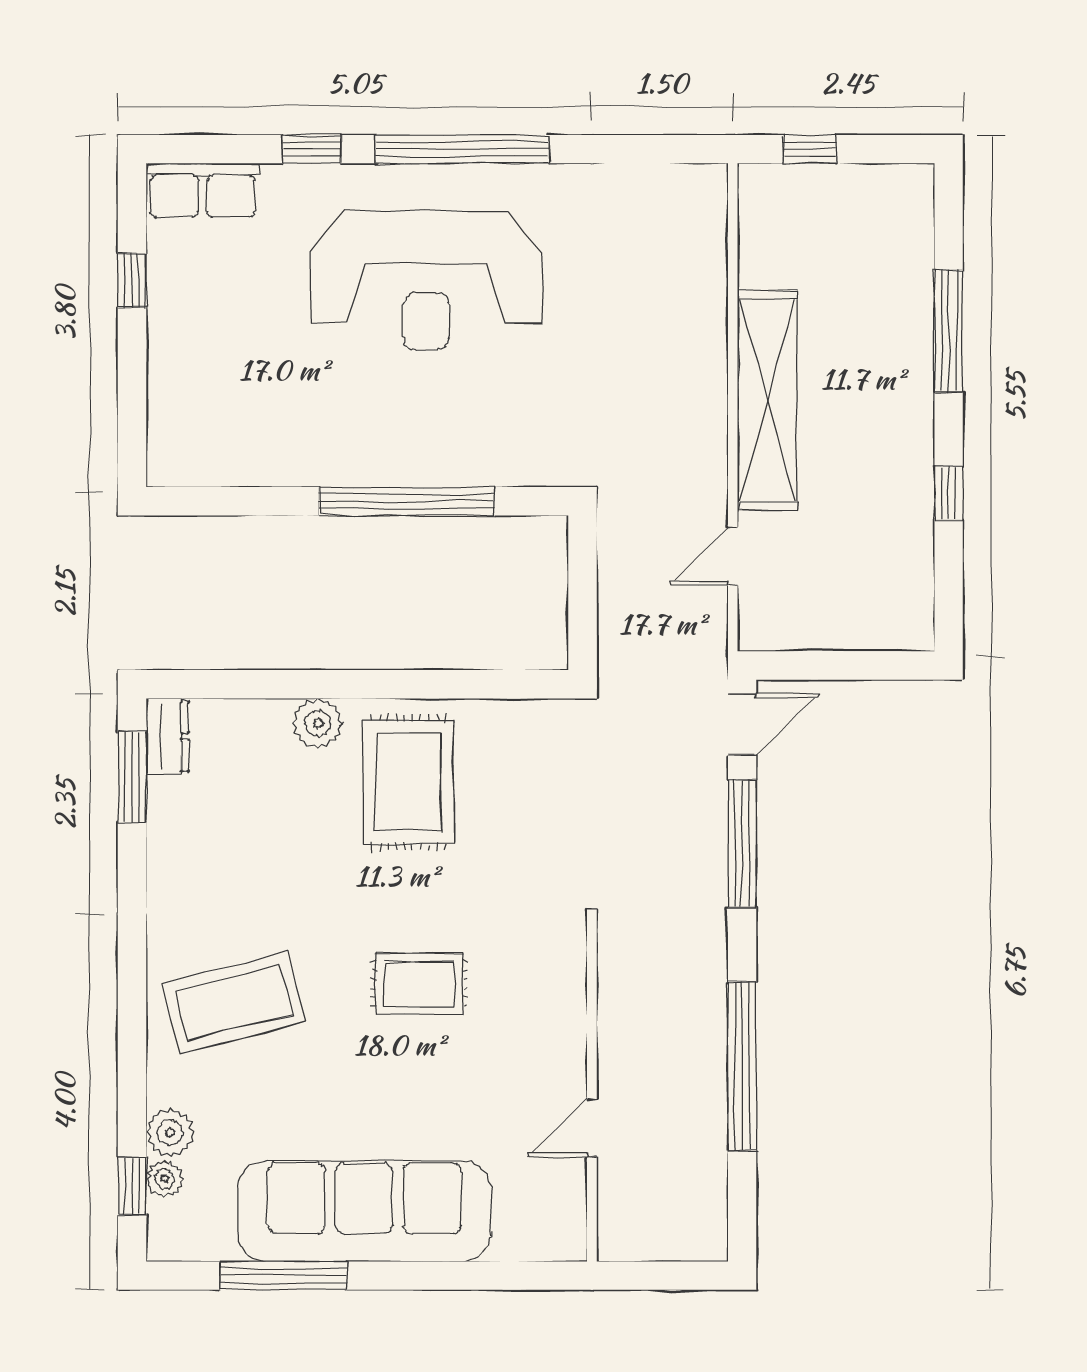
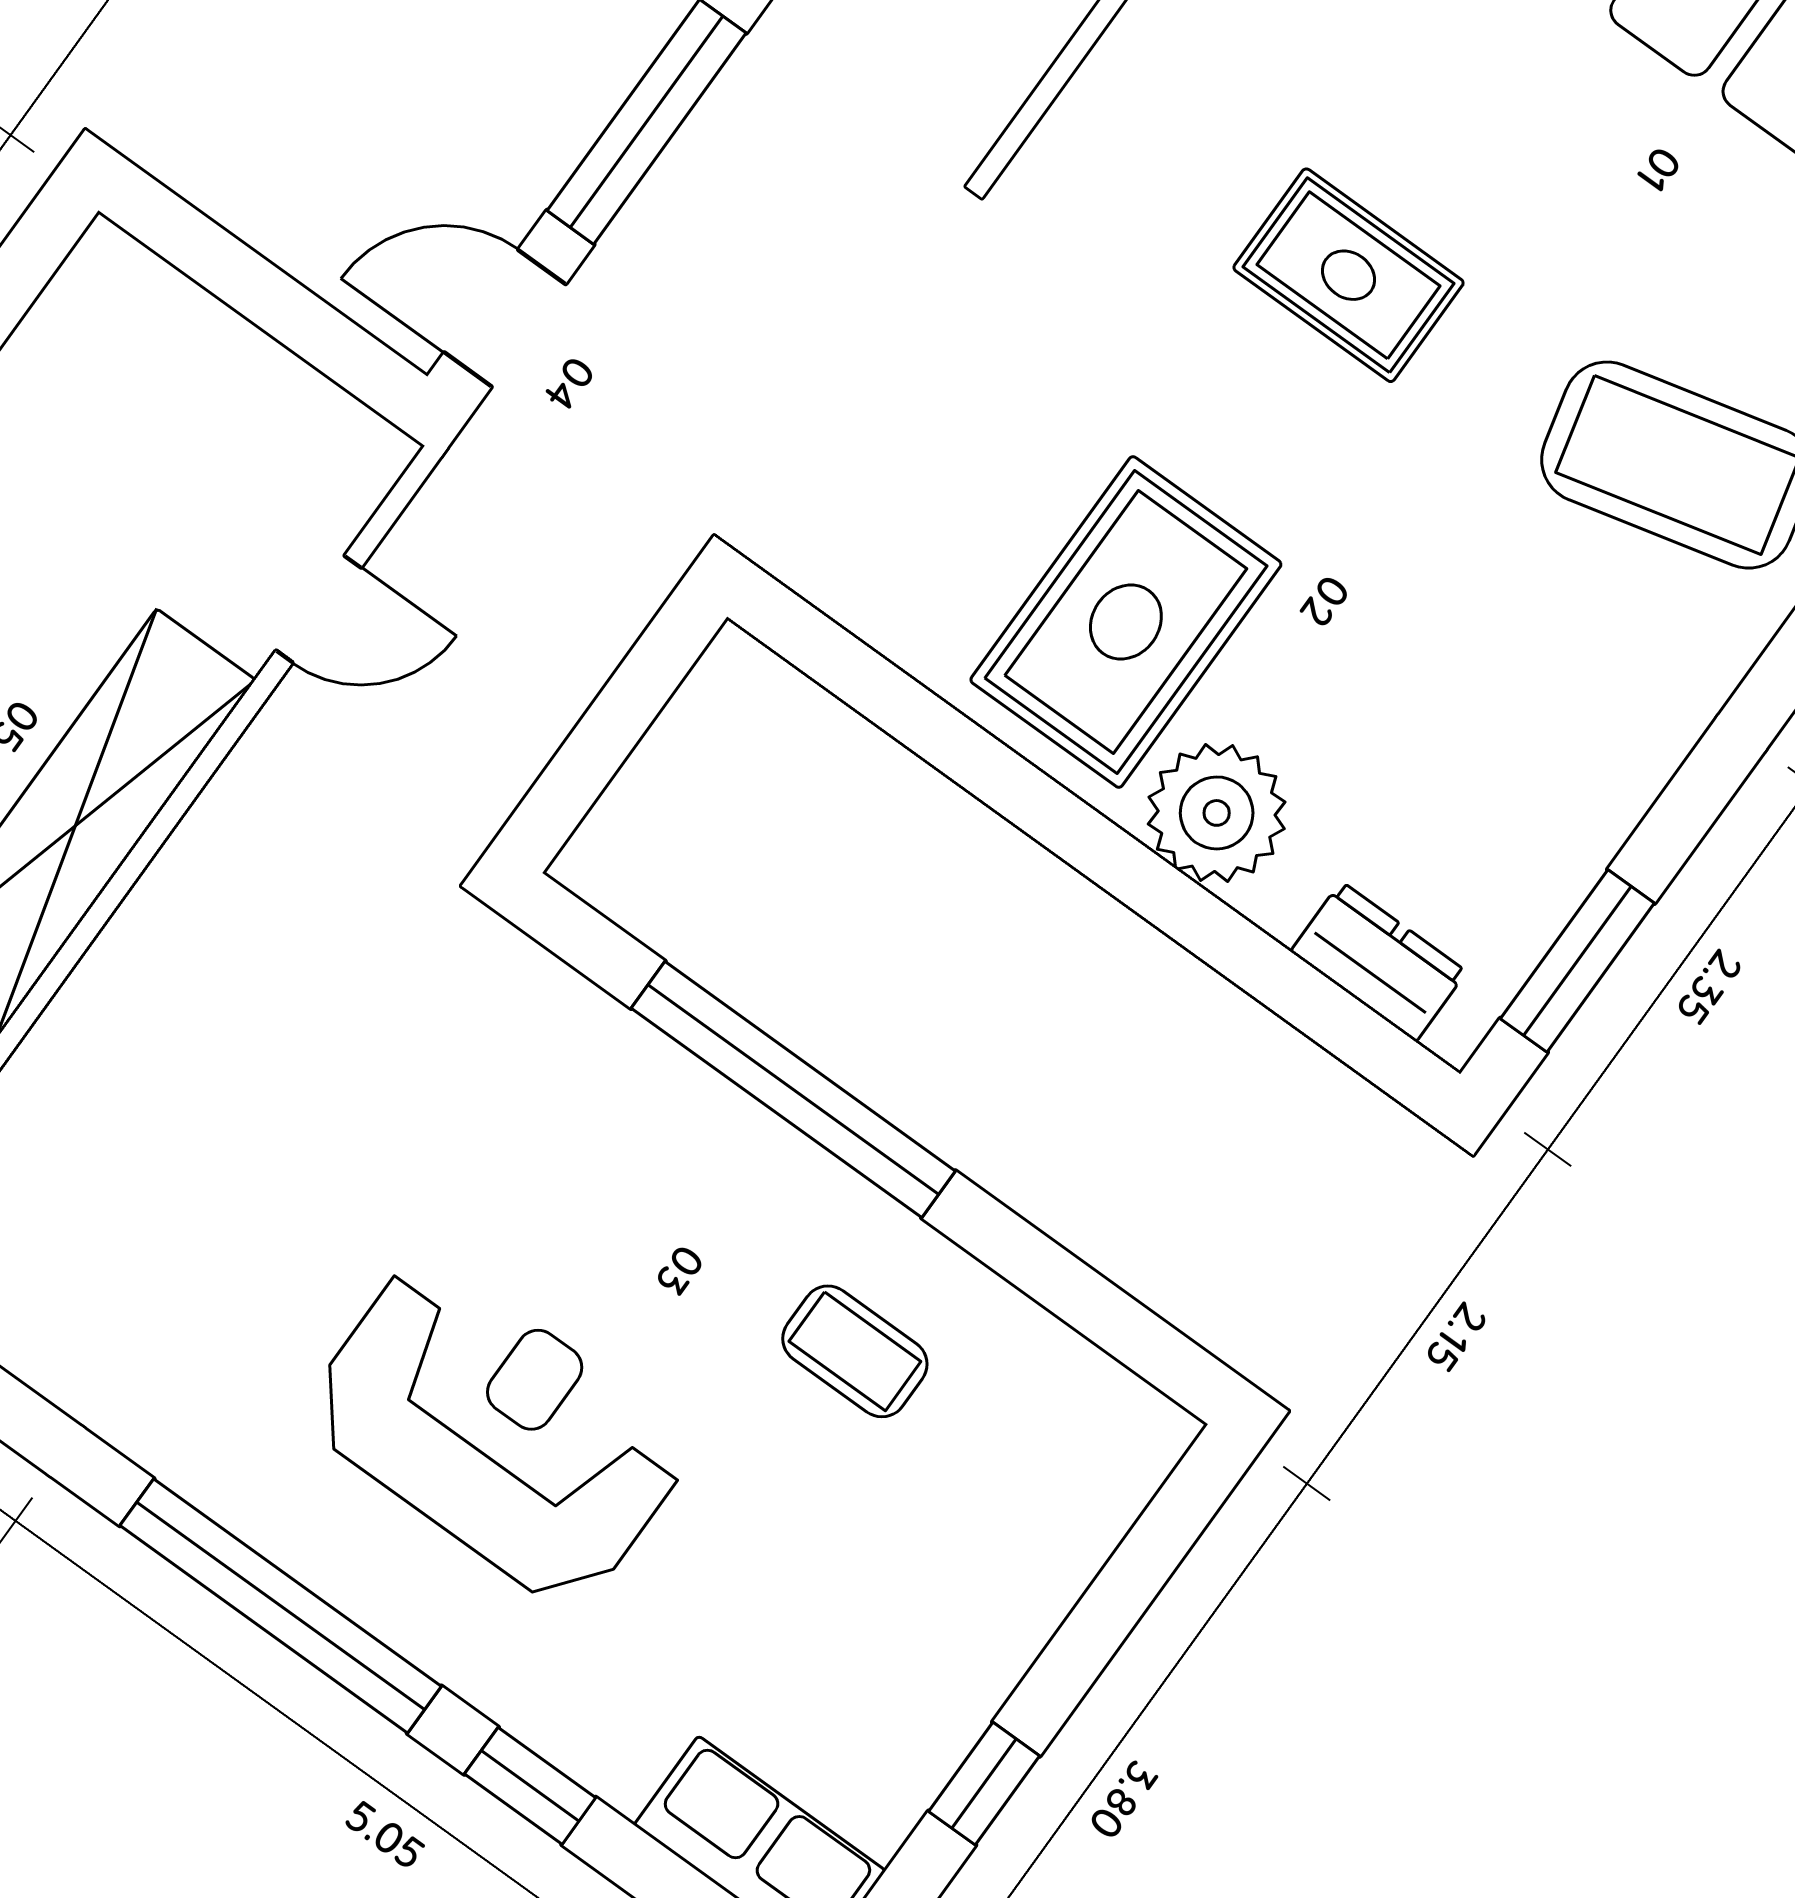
reception desk: (426, 281) -> (497, 1431), width x0.74, depth x0.77
coffee table: (307, 415) -> (855, 1351), added
plant: (318, 723) -> (1217, 813), width x1.36, depth x1.36
dresser: (167, 736) -> (1379, 962), moved, turned 90

